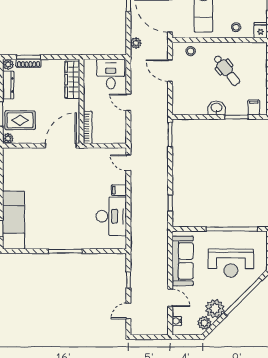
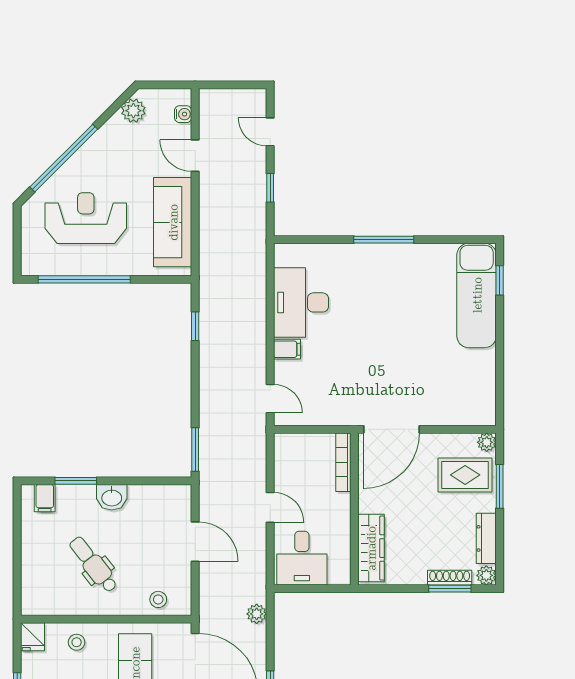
door: (170, 71) -> (195, 542), moved
plant: (215, 309) -> (115, 136), removed
door: (128, 311) -> (270, 132), swing flipped

